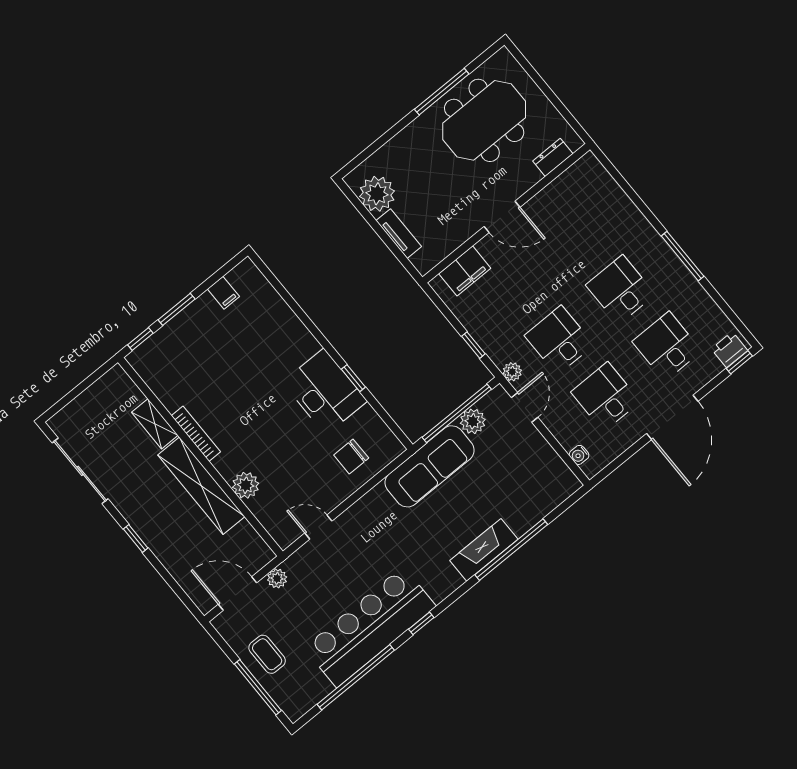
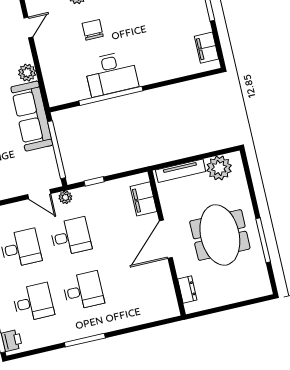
meeting table: (484, 120) -> (220, 235), moved
door: (502, 217) -> (166, 239), width x1.36
tv unit: (399, 234) -> (181, 171), width x1.41
filing cabinet: (223, 293) -> (207, 48), width x2.00
window: (353, 378) -> (111, 96), width x3.17
plant: (473, 421) -> (27, 73), moved
chair: (351, 456) -> (93, 30), moved

